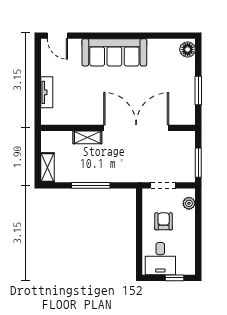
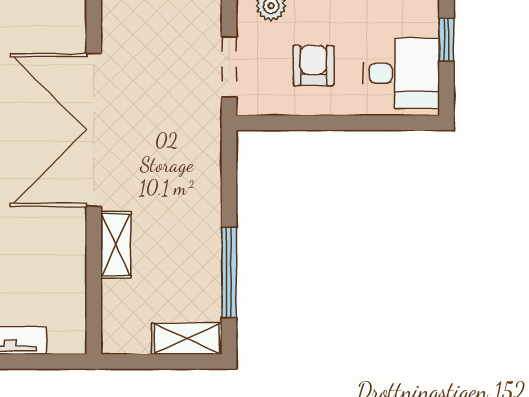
window: (91, 185) -> (229, 272), moved
armchair: (164, 221) -> (314, 65), turned 90

